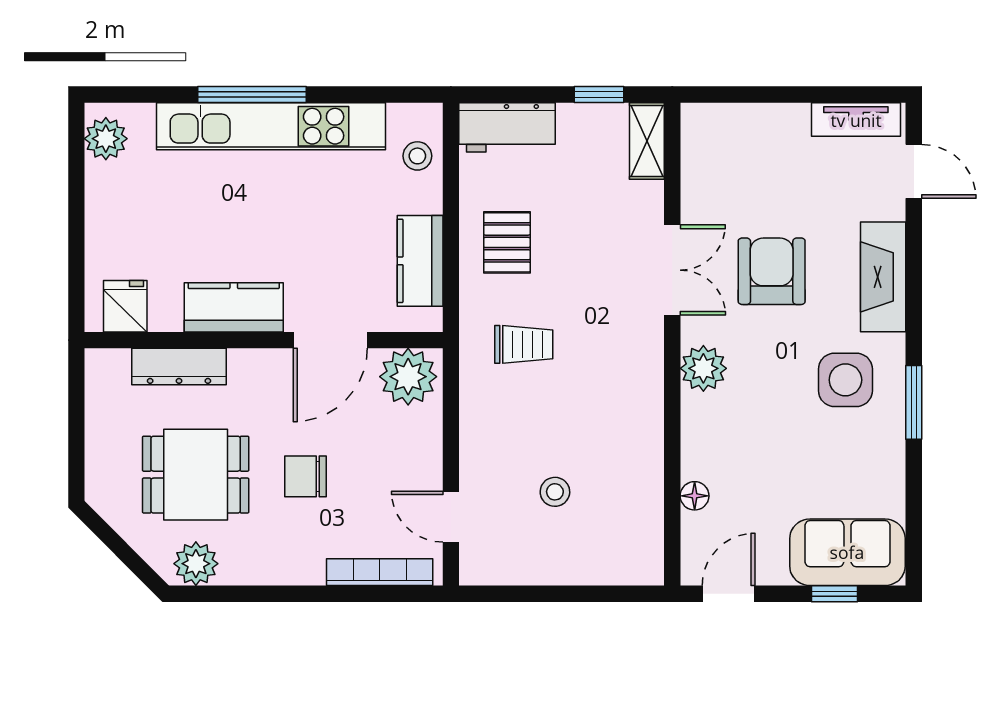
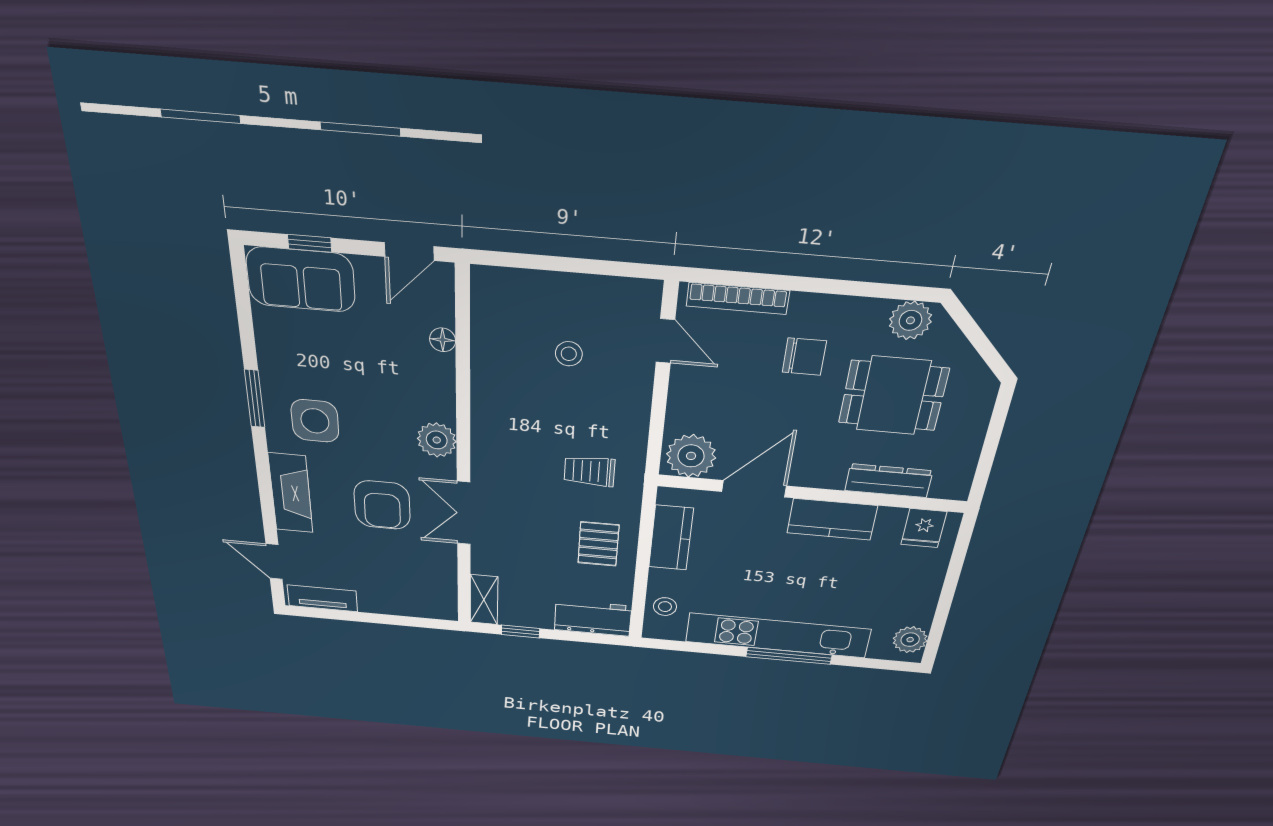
chair: (306, 476) -> (804, 357), moved

